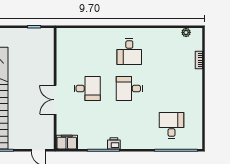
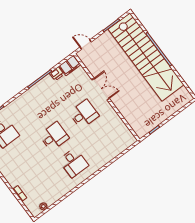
desk: (129, 52) -> (74, 163), turned 180
desk: (87, 88) -> (84, 114), turned 180
printer: (114, 143) -> (57, 74), moved

